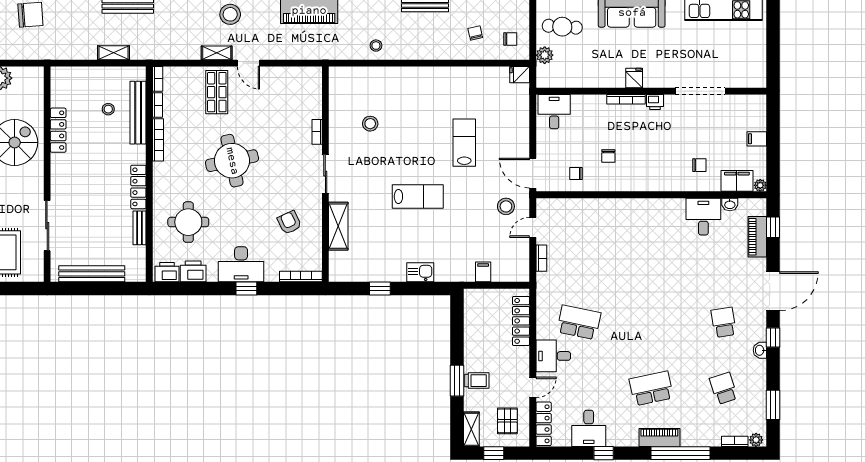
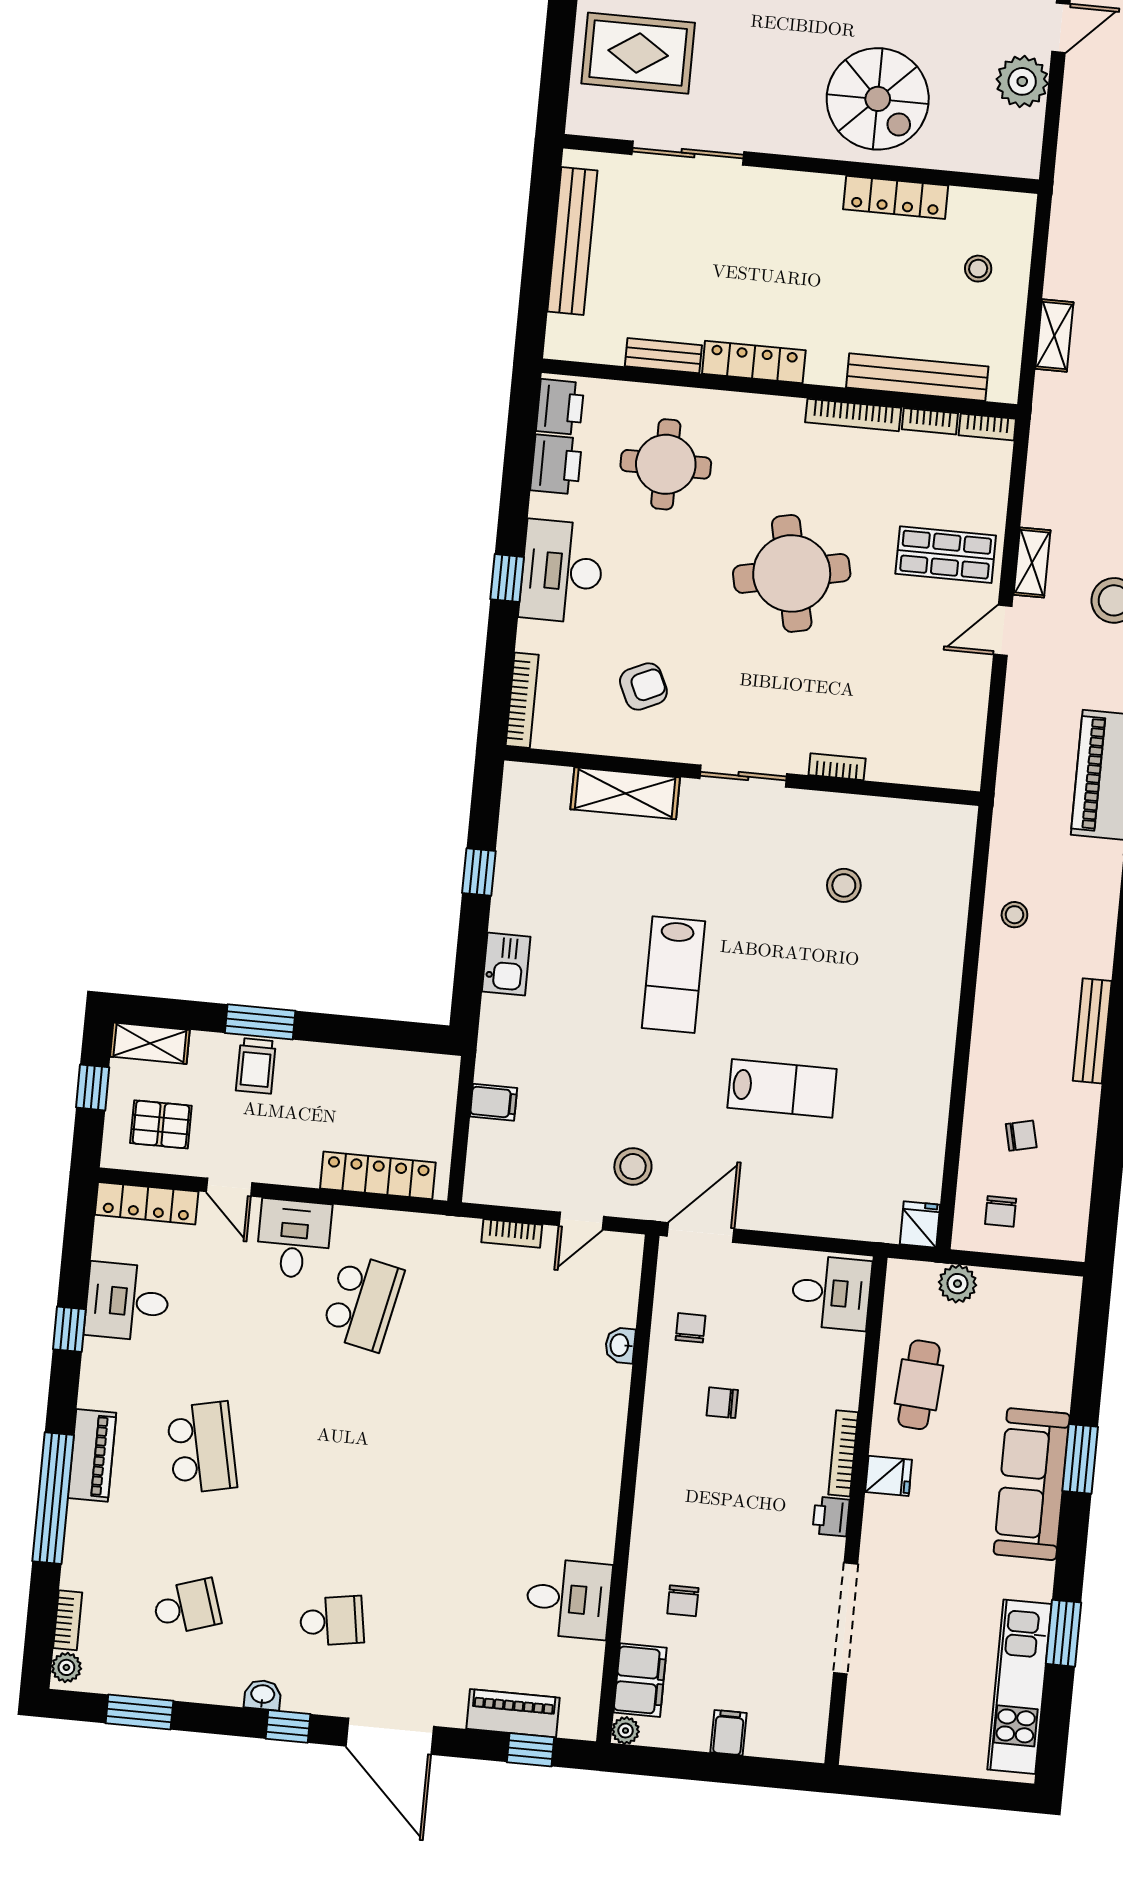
cafe table: (562, 27) -> (919, 1385), moved
stool: (108, 109) -> (978, 269), moved
washbasin: (730, 204) -> (620, 1345), moved
door: (533, 227) -> (581, 1221), swing flipped

